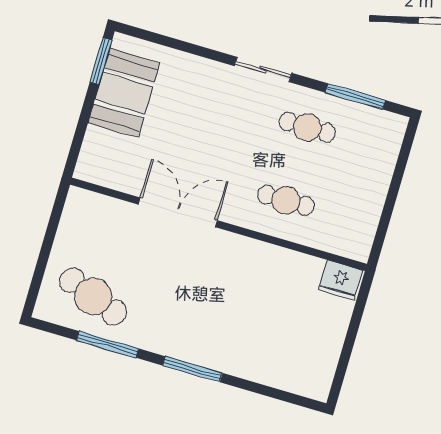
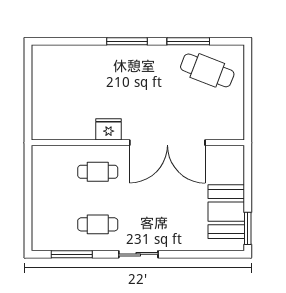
double door: (178, 212) -> (167, 143), width x1.36
fridge: (341, 280) -> (109, 129), moved

